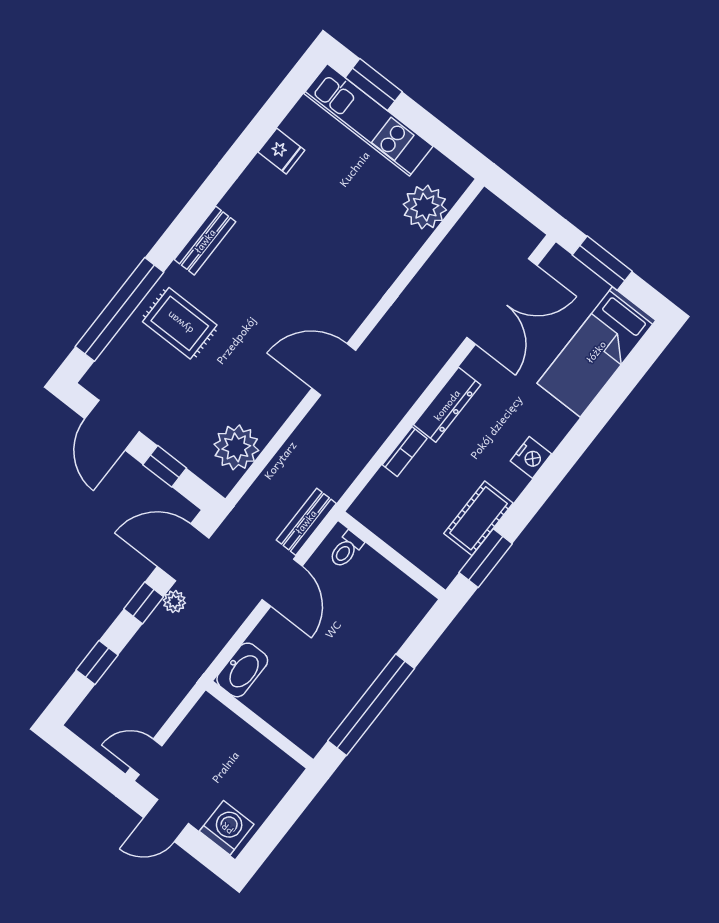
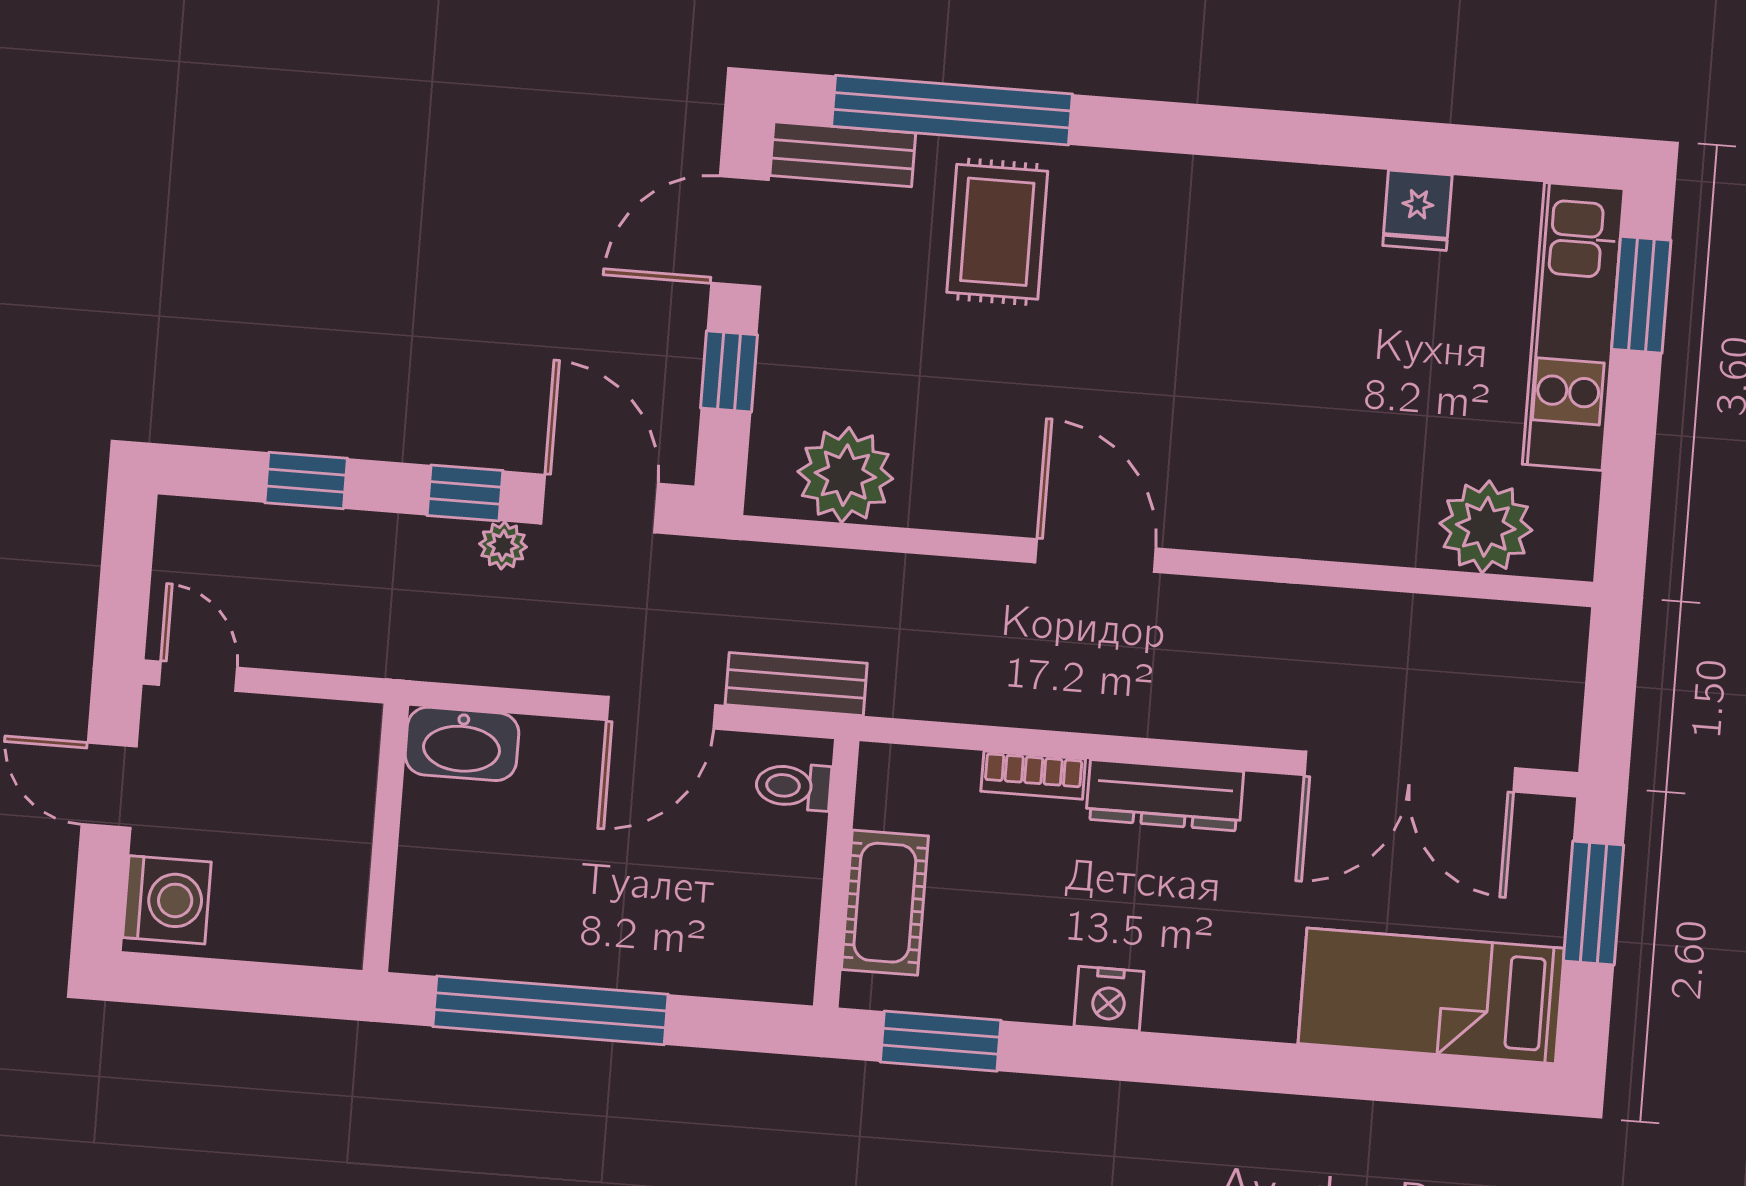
bench: (205, 241) -> (843, 154), moved
nightstand: (531, 457) -> (1109, 999), moved
cot: (478, 518) -> (885, 903), moved, turned 90

